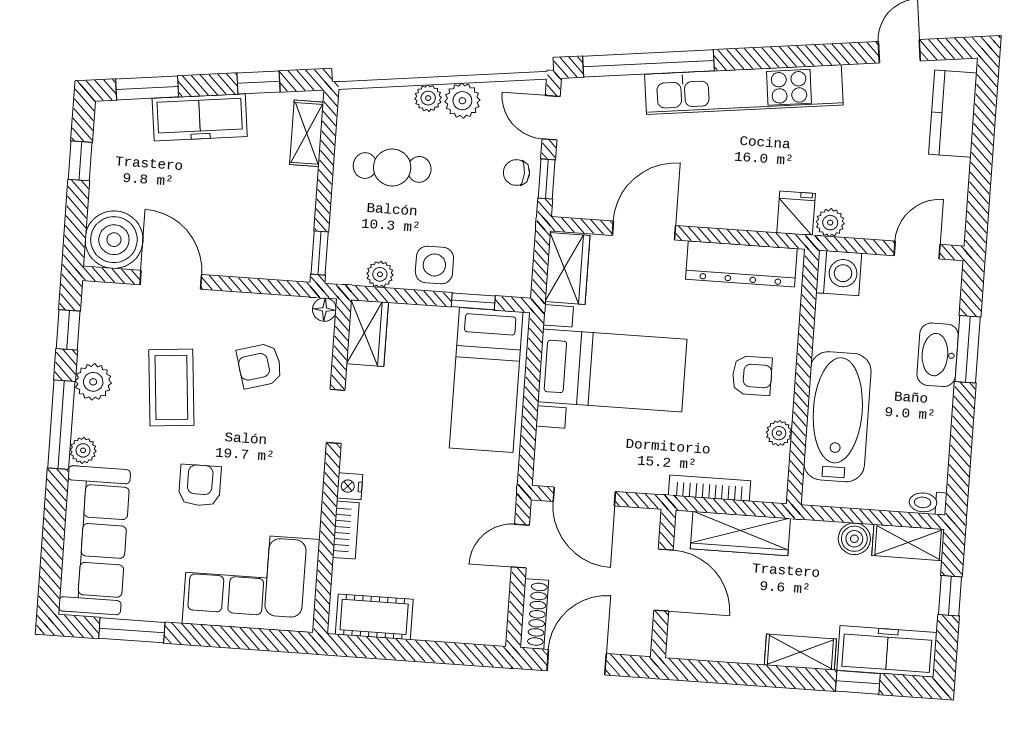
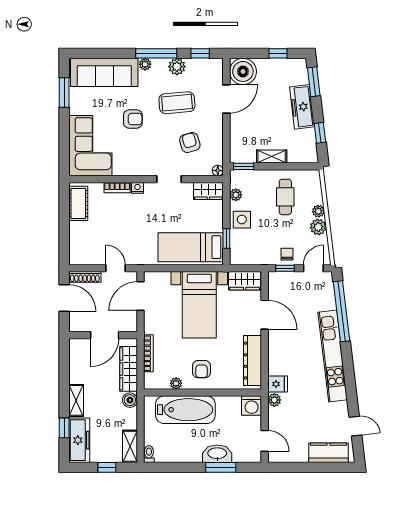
shelving: (307, 133) -> (272, 157), moved
boiler: (854, 539) -> (130, 400), moved

